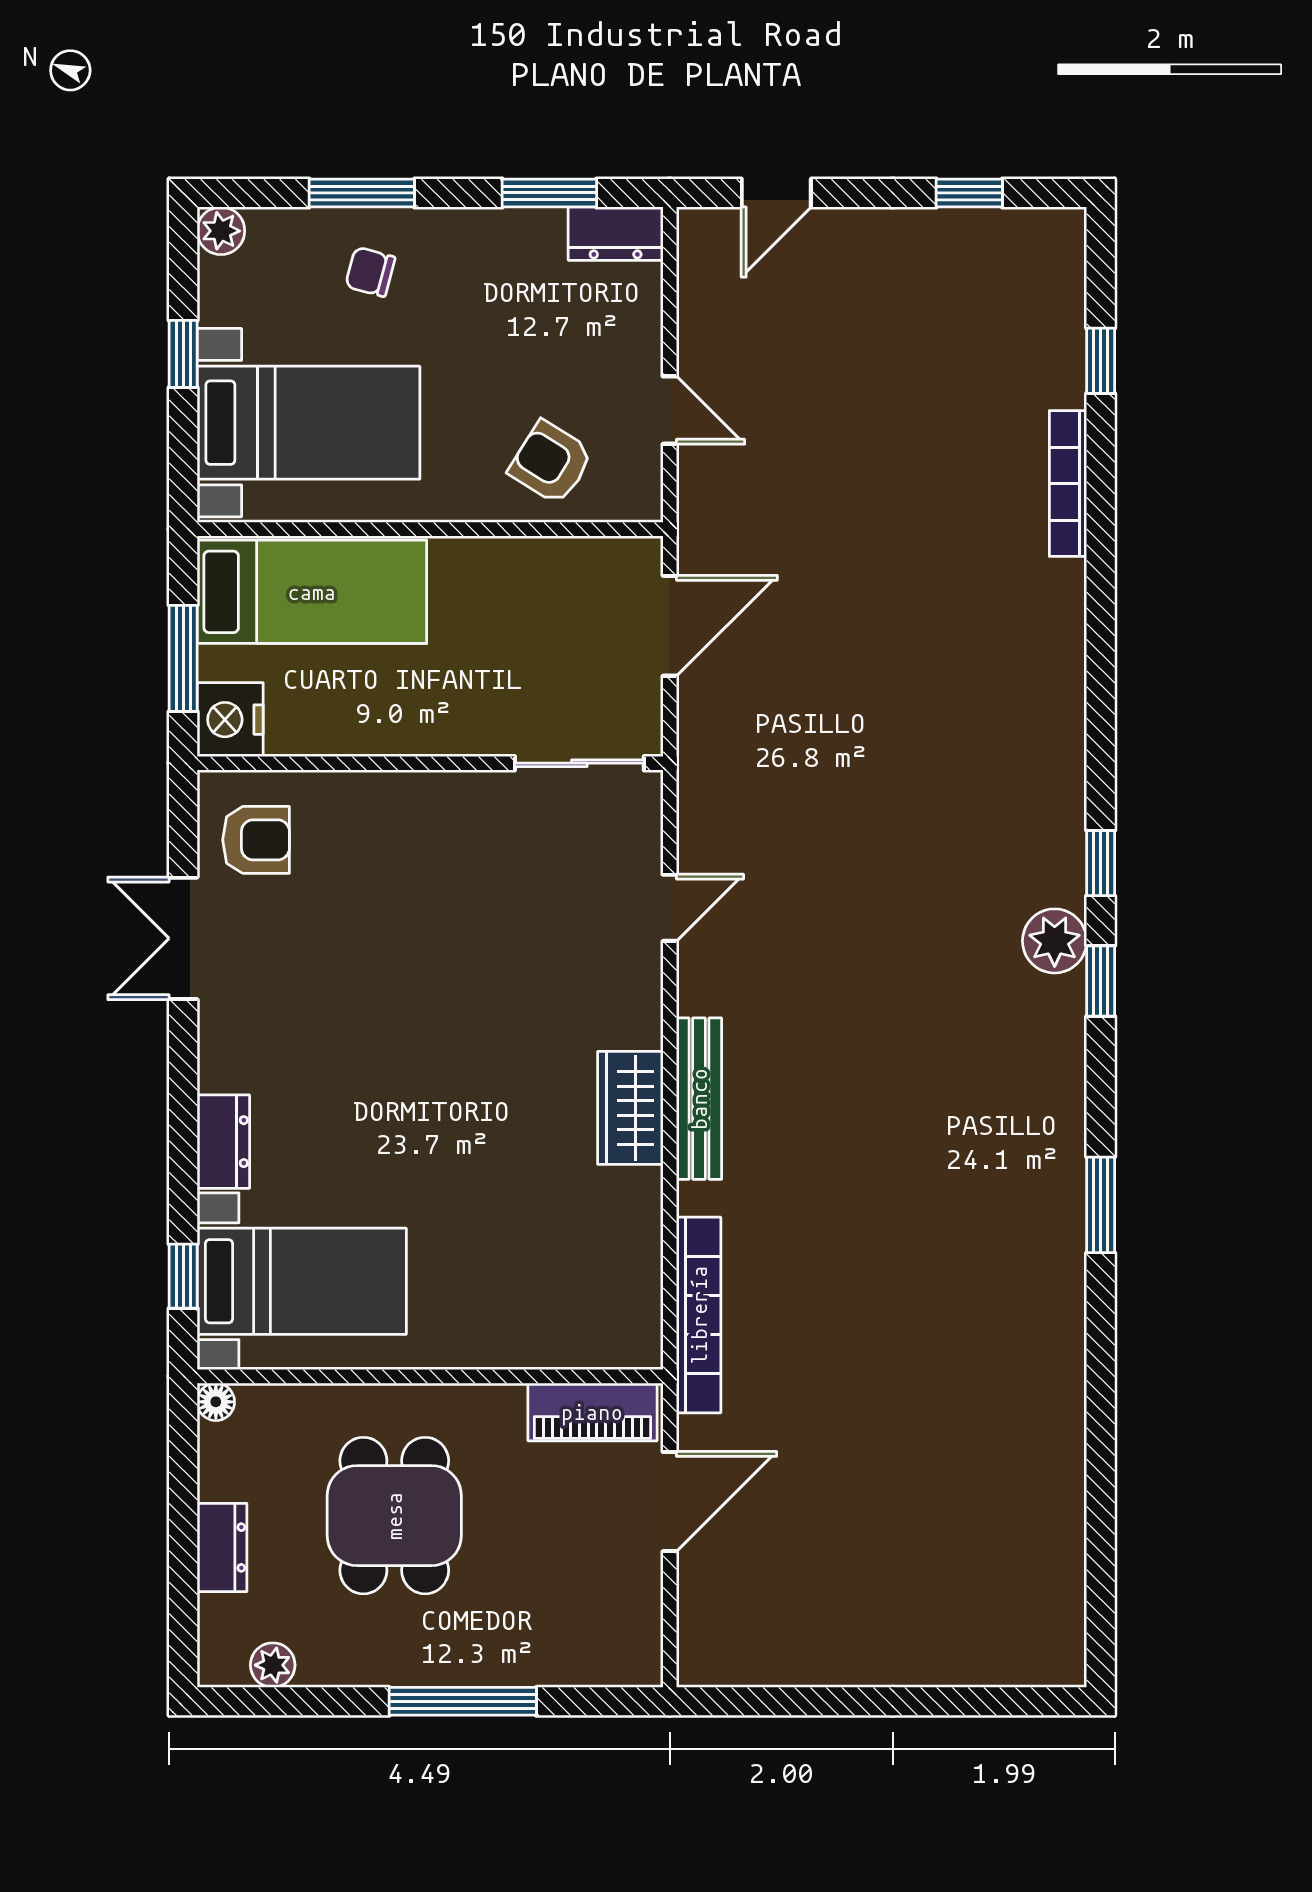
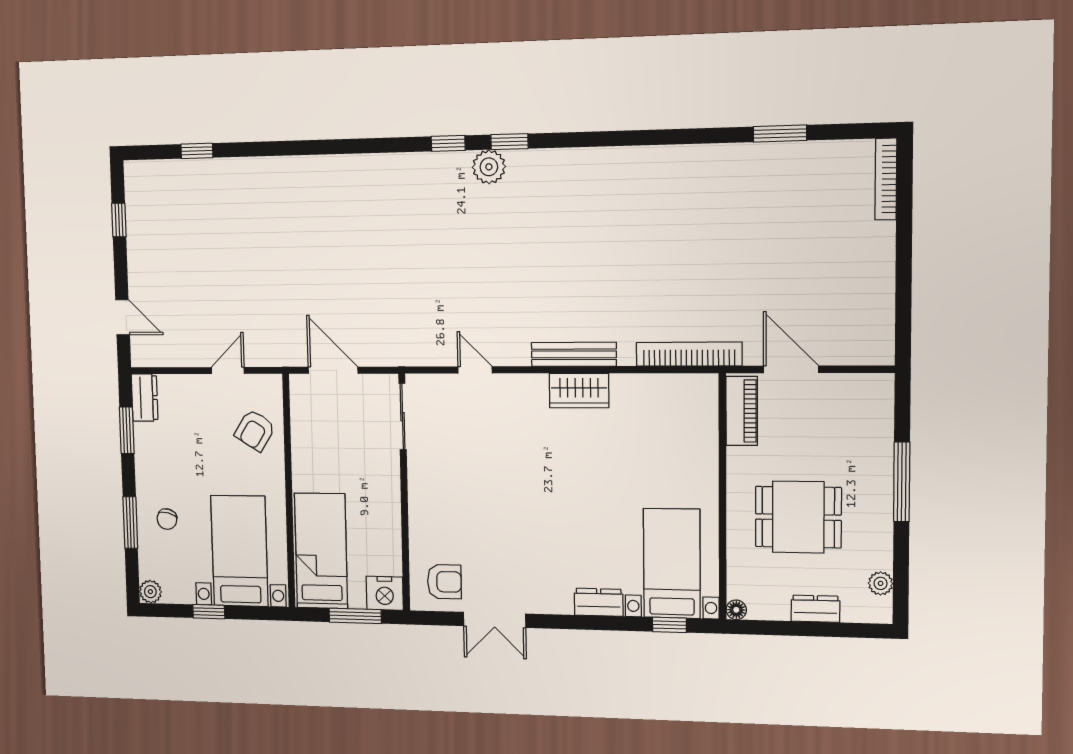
bookcase: (1068, 484) -> (886, 179), moved, turned 90
armchair: (256, 840) -> (444, 582), turned 90
window: (1101, 1205) -> (780, 134), moved

